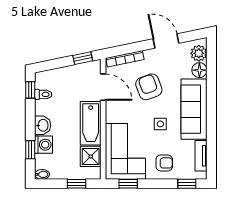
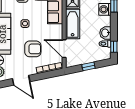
window: (83, 58) -> (88, 66), moved
armchair: (149, 87) -> (33, 49), turned -69
washbasin: (43, 125) -> (105, 33), moved

